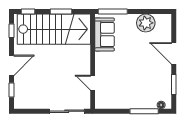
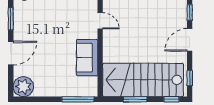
plant: (146, 23) -> (23, 87), moved
sofa: (105, 34) -> (87, 58), moved
door: (174, 53) -> (11, 53), hinge flipped

